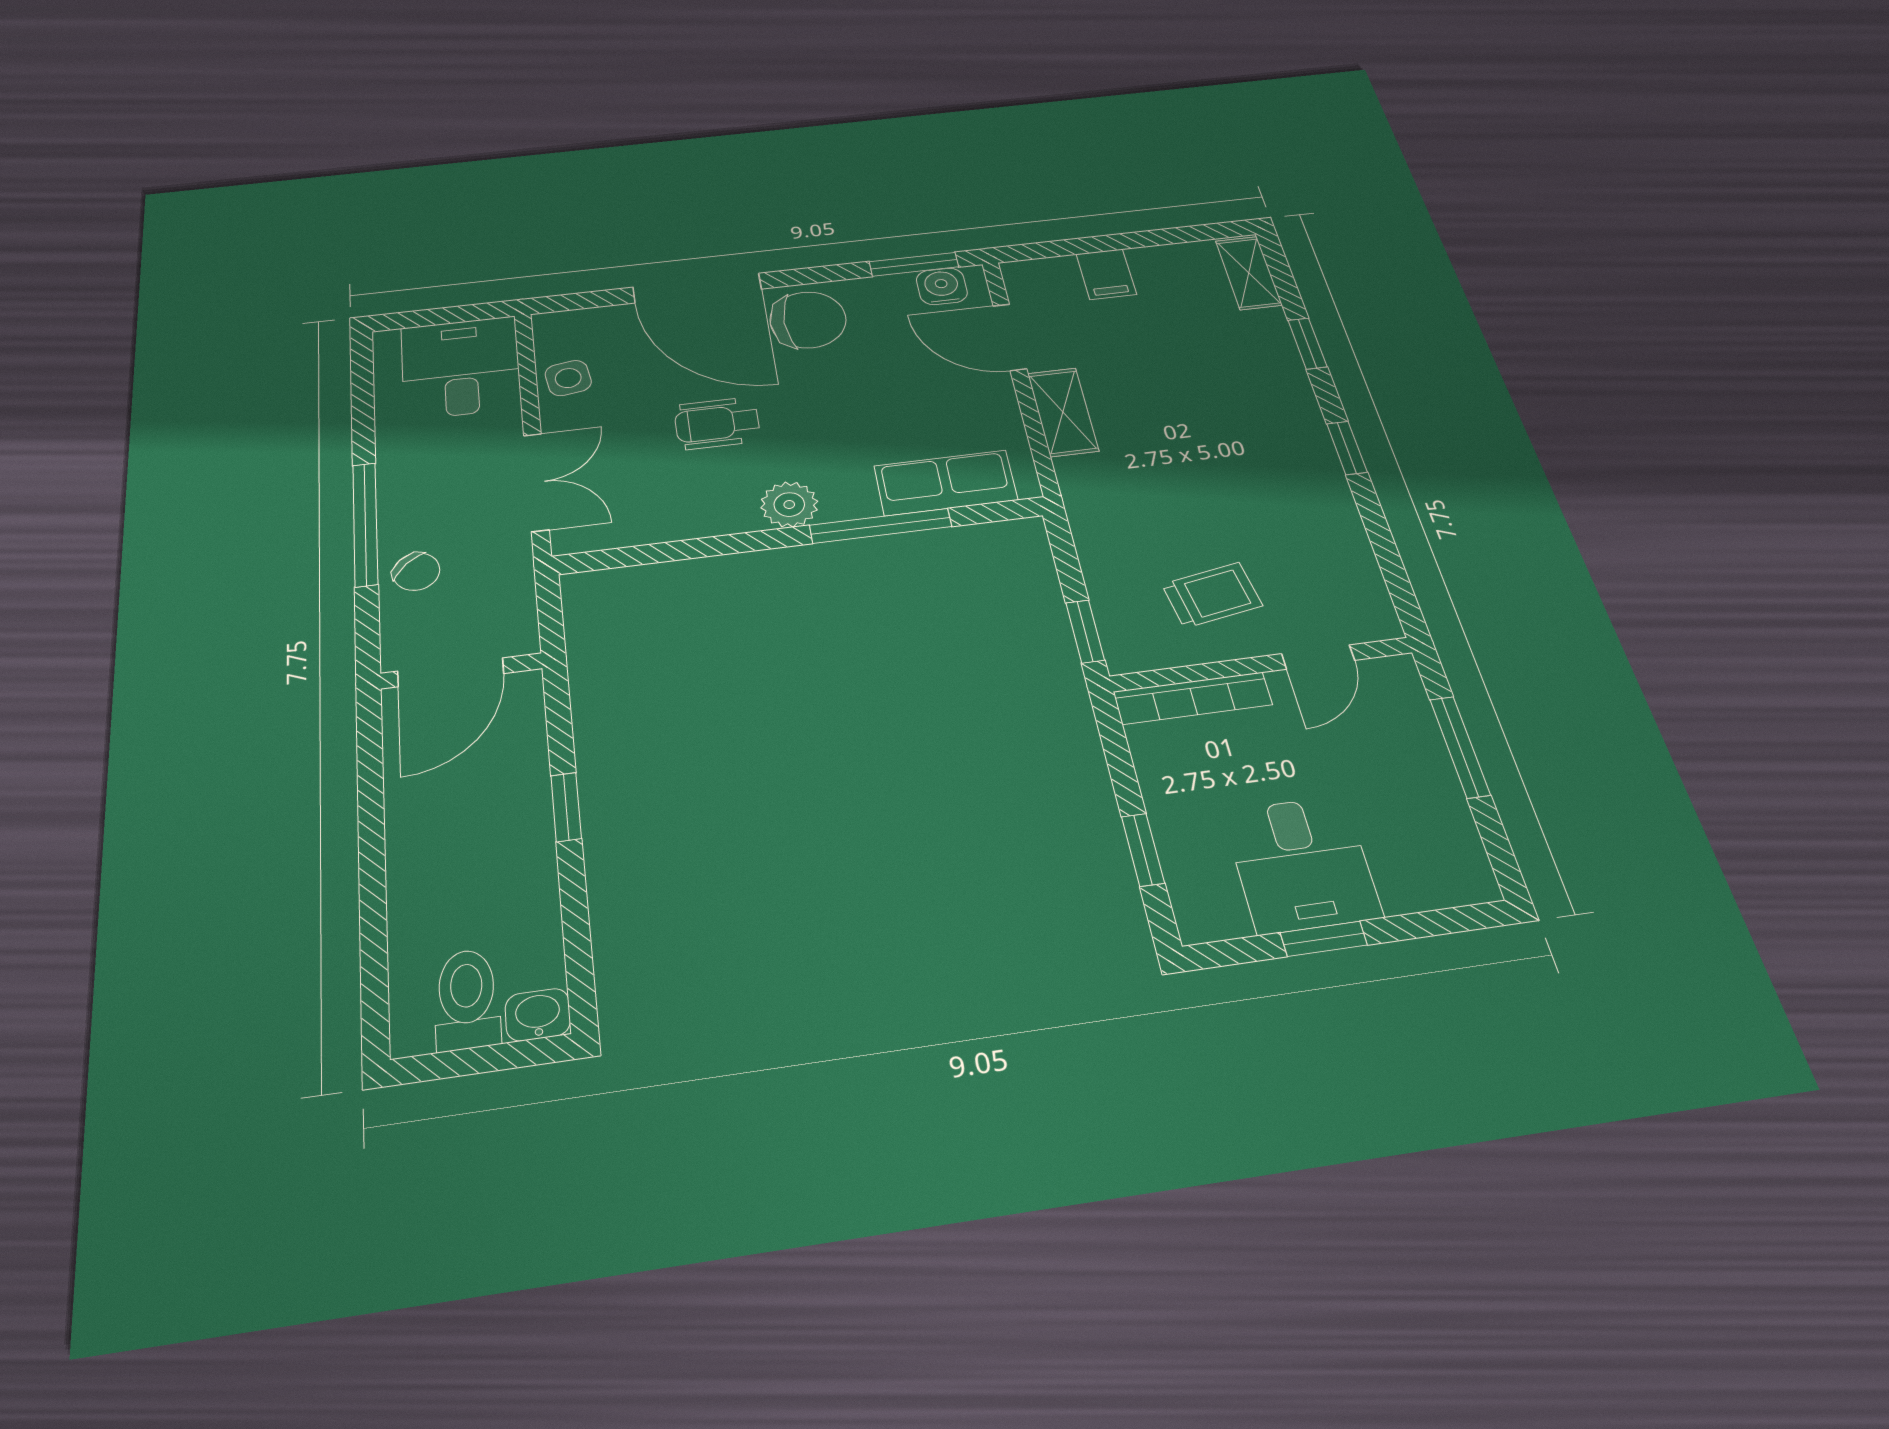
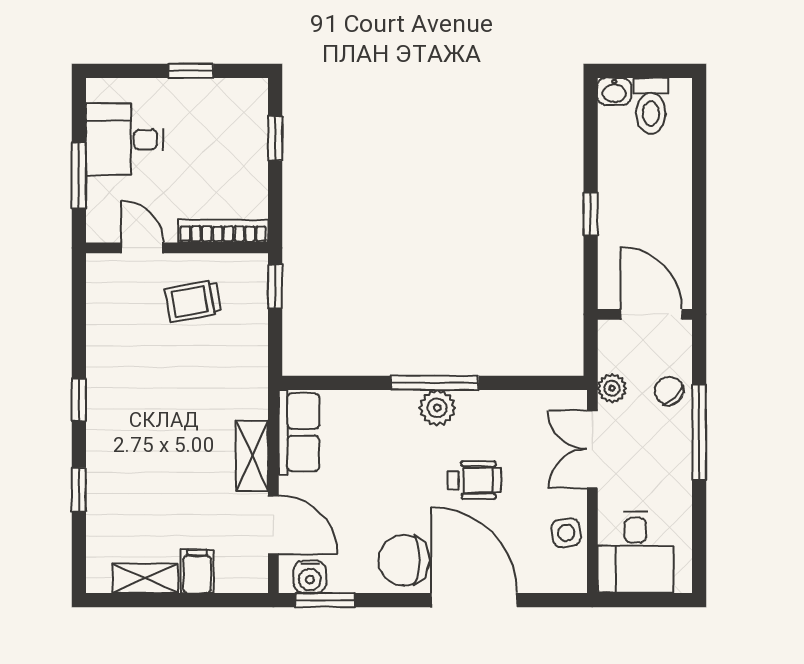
shelving: (1249, 273) -> (145, 578), moved, turned 90
row of seats: (946, 483) -> (299, 432), moved, turned -90
window: (881, 526) -> (435, 383), moved
plant: (510, 564) -> (612, 388), added
door: (1318, 657) -> (142, 248), hinge flipped
door: (451, 672) -> (651, 314), hinge flipped
desk: (1301, 864) -> (125, 139), moved, turned -90

